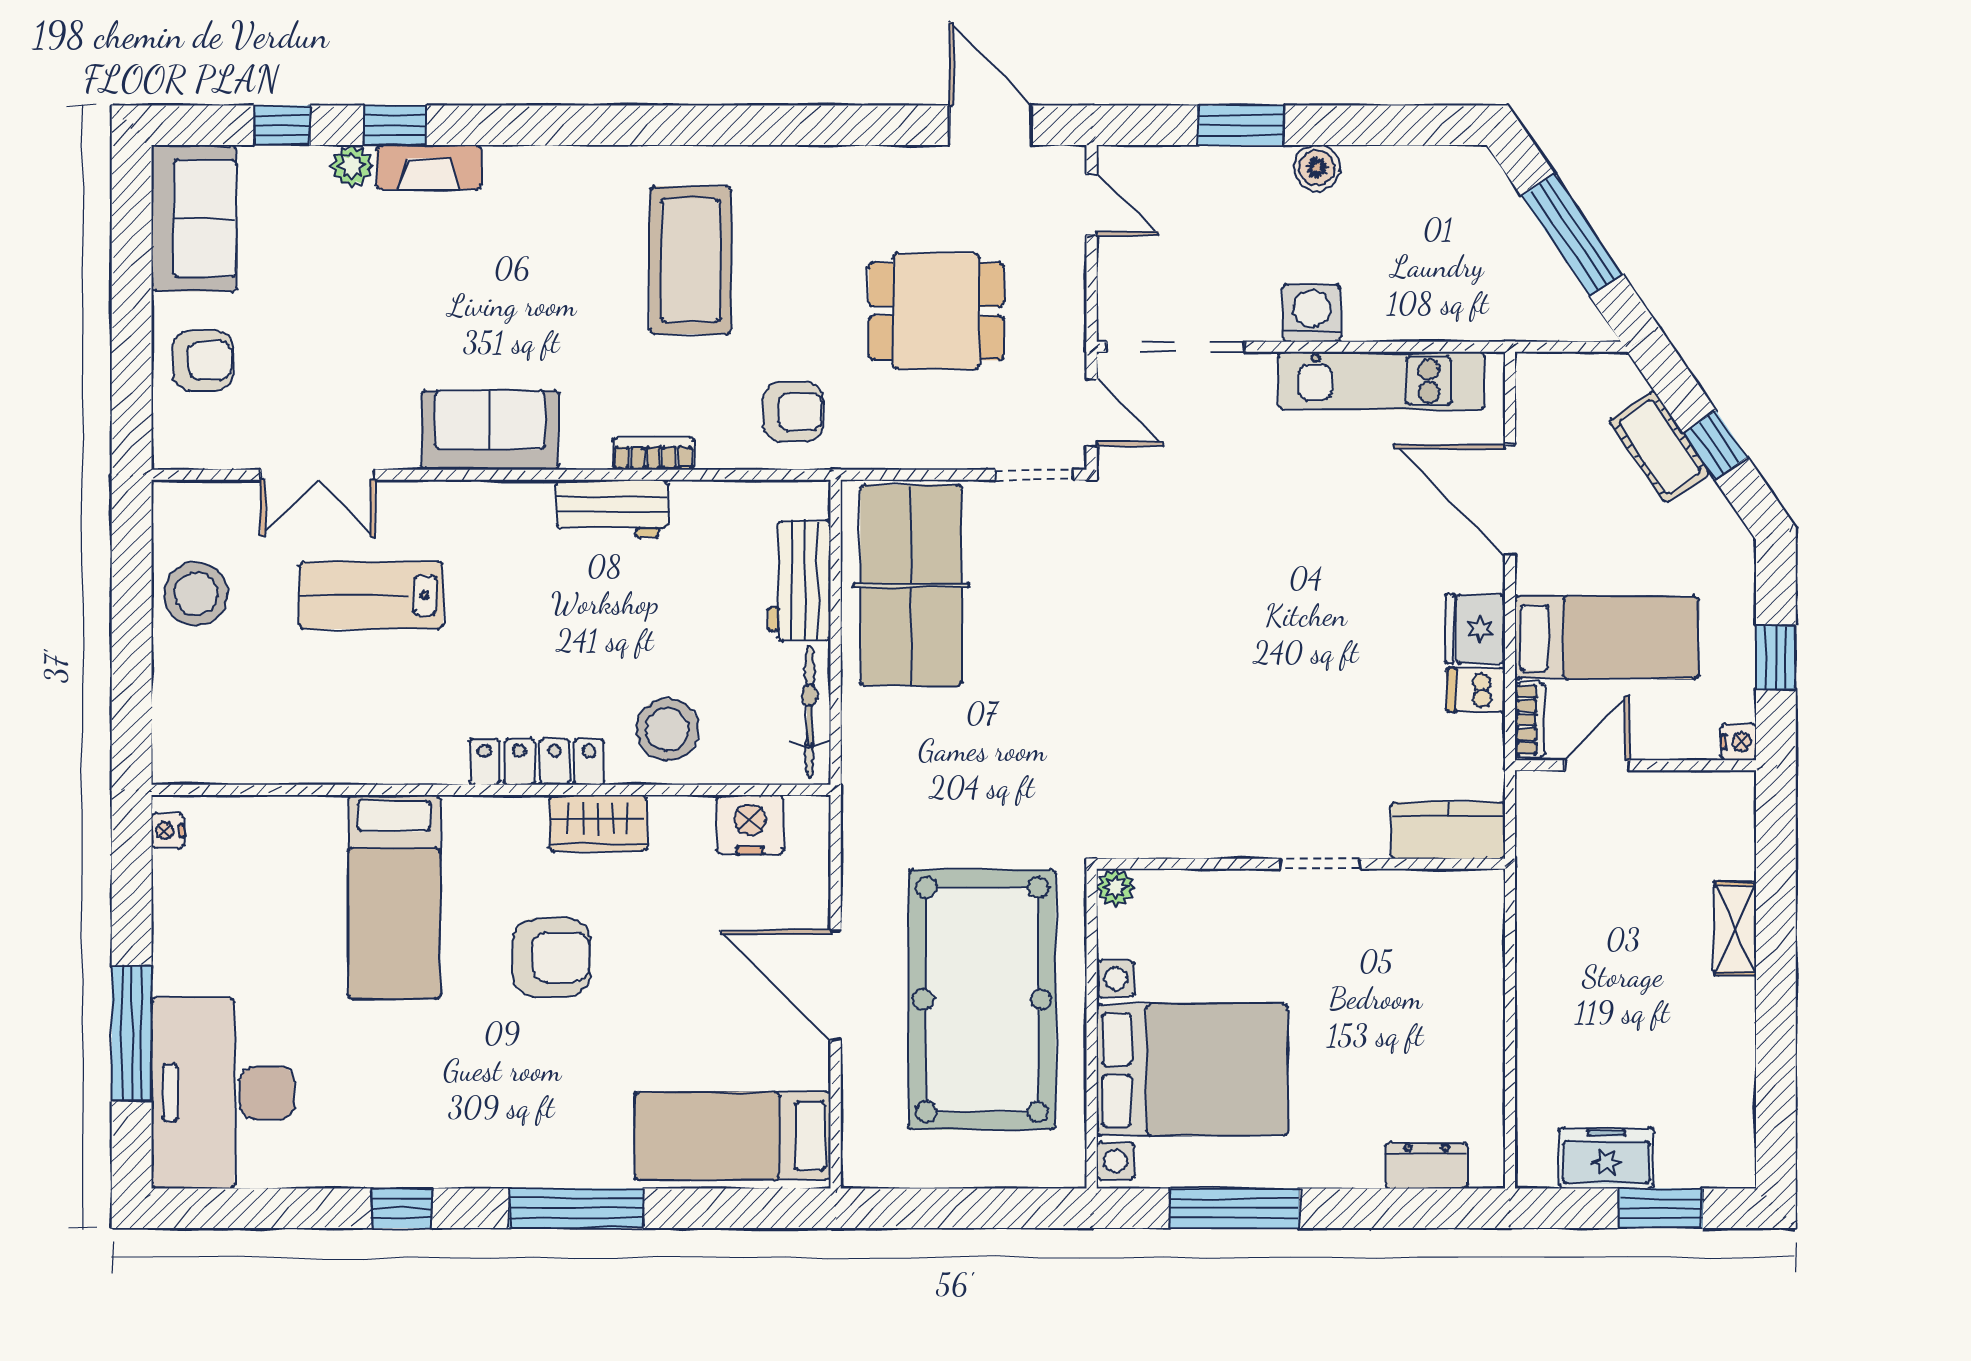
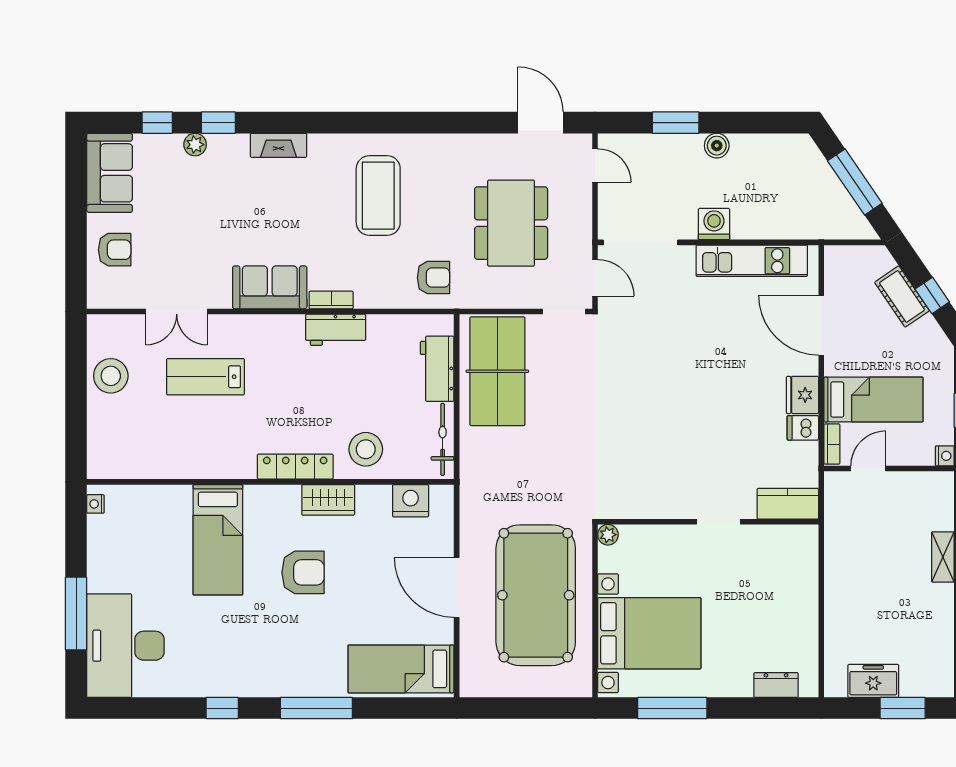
fireplace: (429, 167) -> (278, 145), moved
dining table: (936, 311) -> (511, 223), width x1.38
bookcase: (653, 454) -> (331, 300), moved

